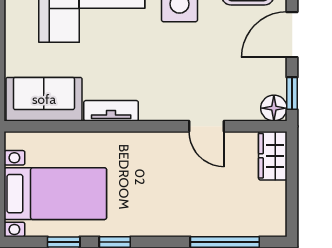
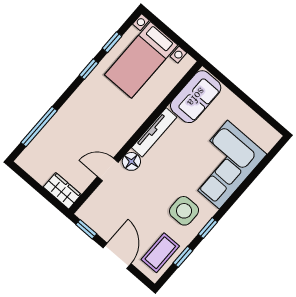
floor lamp: (274, 108) -> (131, 161), moved
tv unit: (111, 111) -> (154, 132), width x1.41

